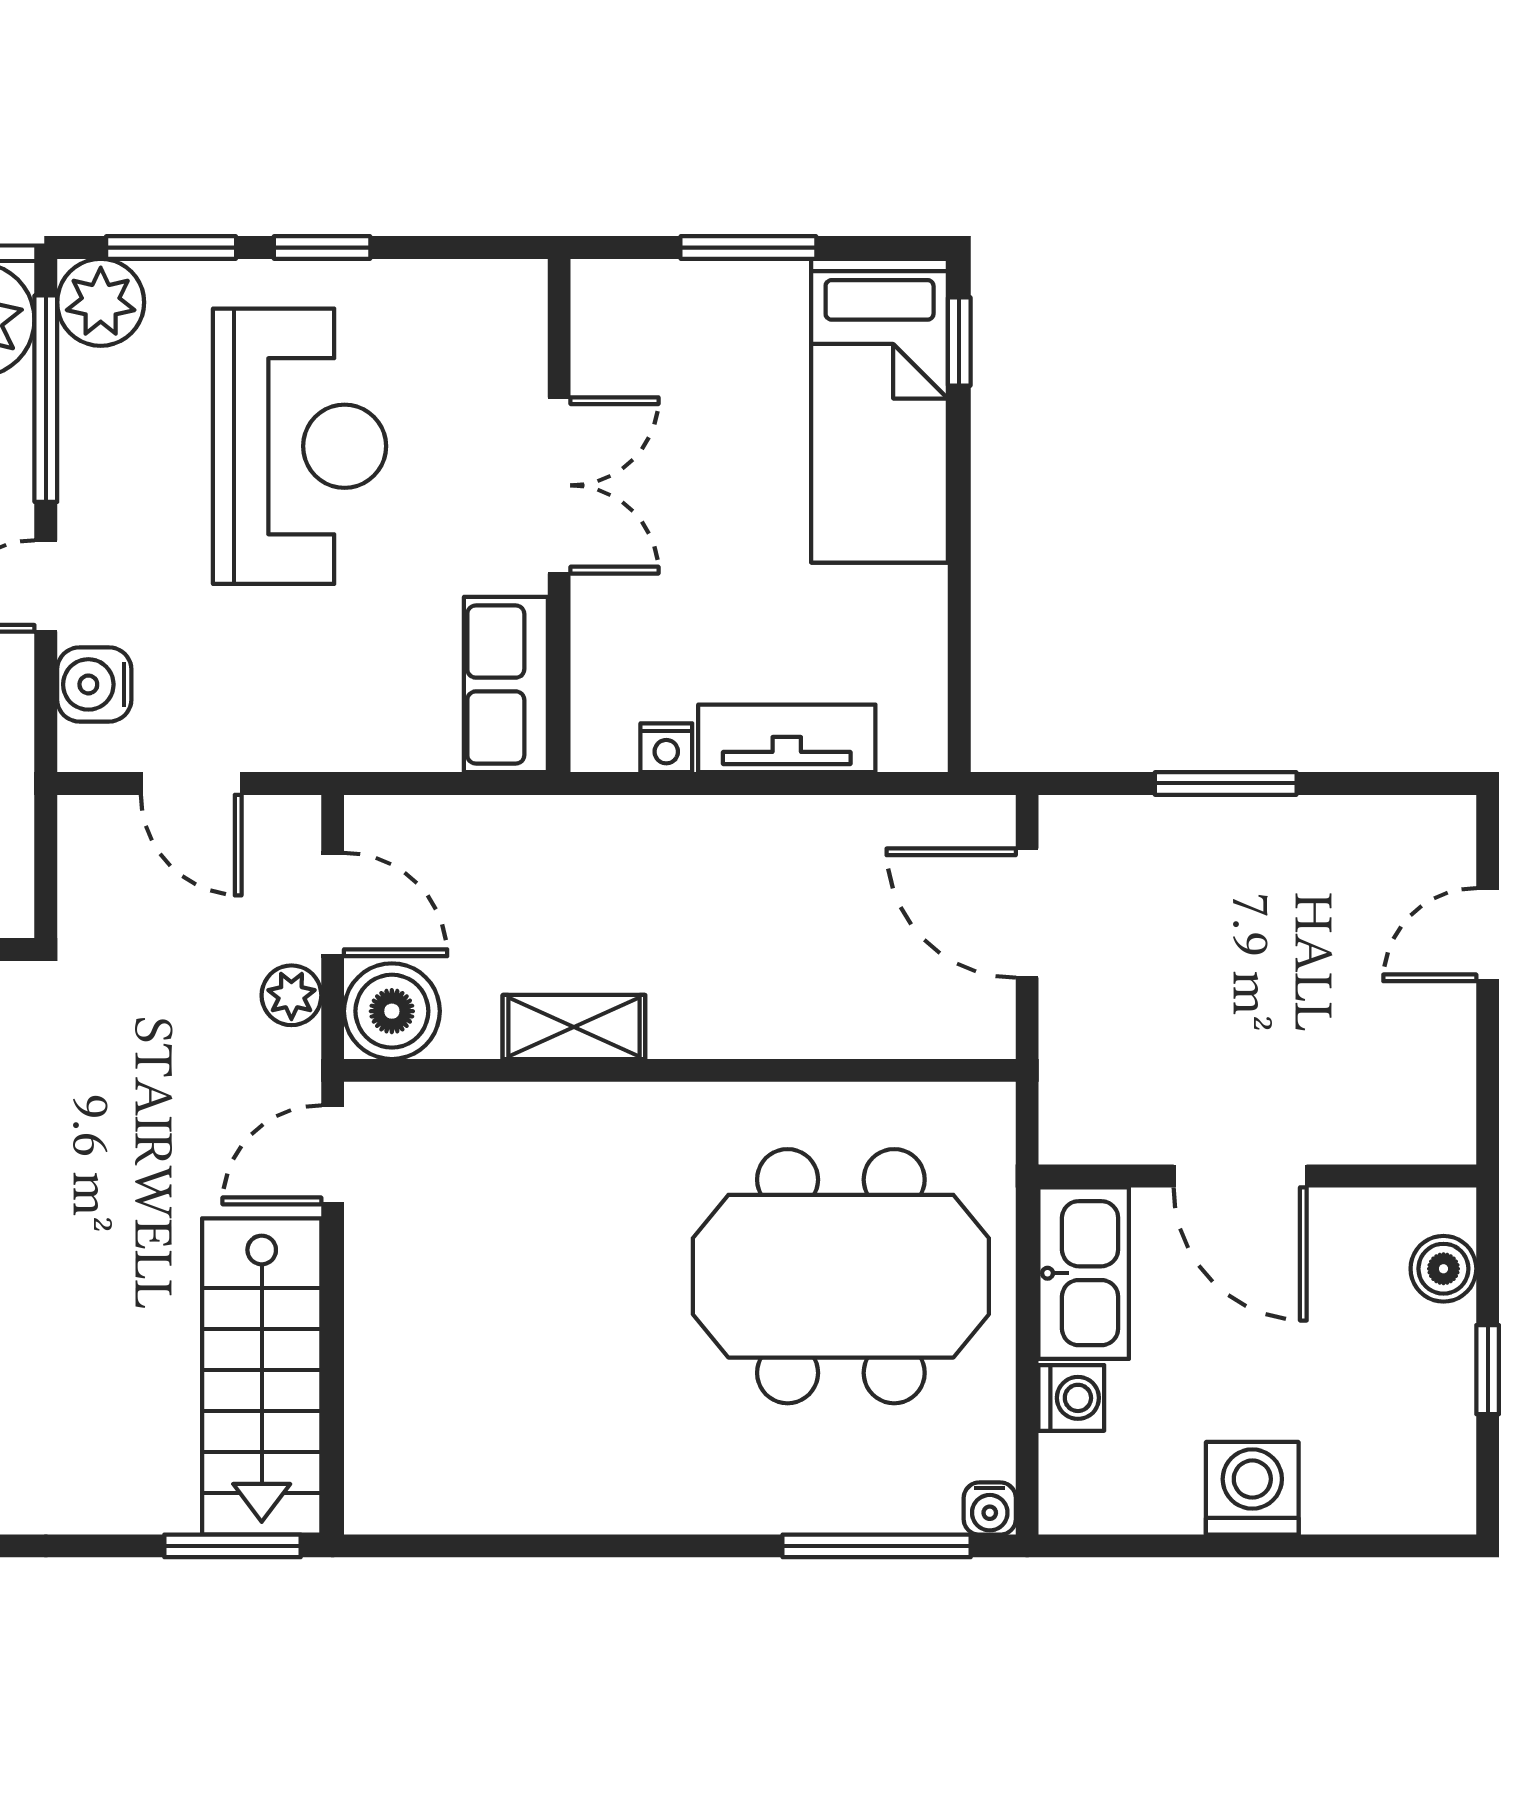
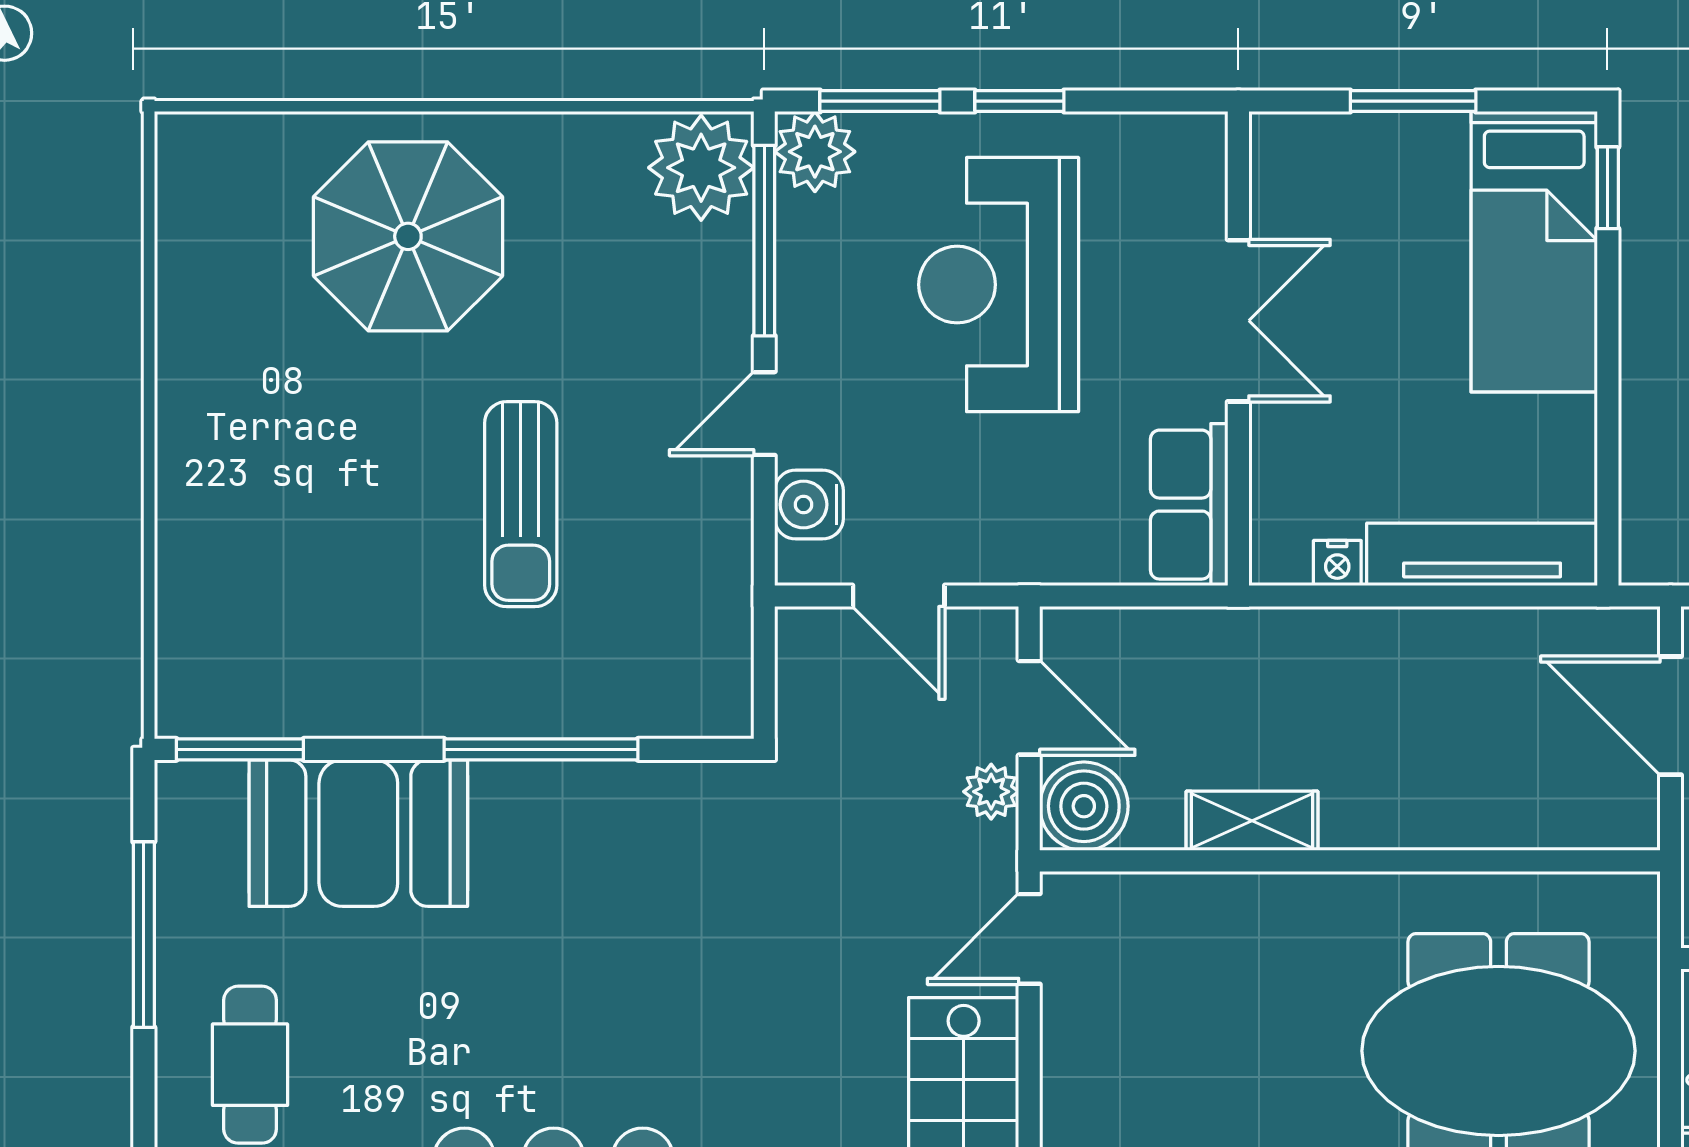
reception desk: (300, 446) -> (999, 285), turned 180
tv unit: (787, 738) -> (1482, 554), width x1.41

